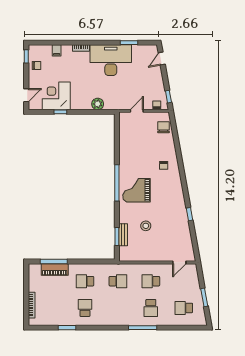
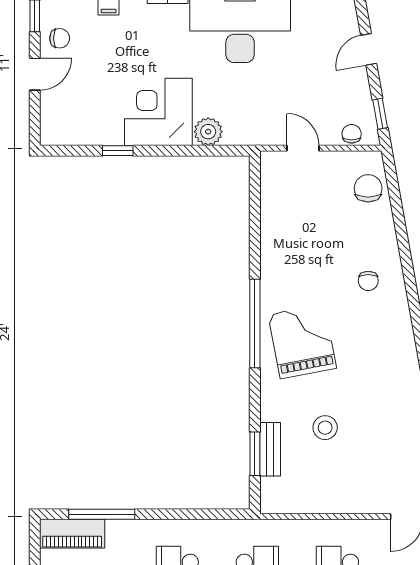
door: (162, 58) -> (369, 49), moved
door: (26, 95) -> (35, 74), moved
corner desk: (56, 96) -> (158, 112), moved
door: (137, 111) -> (303, 148), hinge flipped
grand piano: (136, 190) -> (302, 341), turned 79
piano: (55, 269) -> (72, 534), moved

